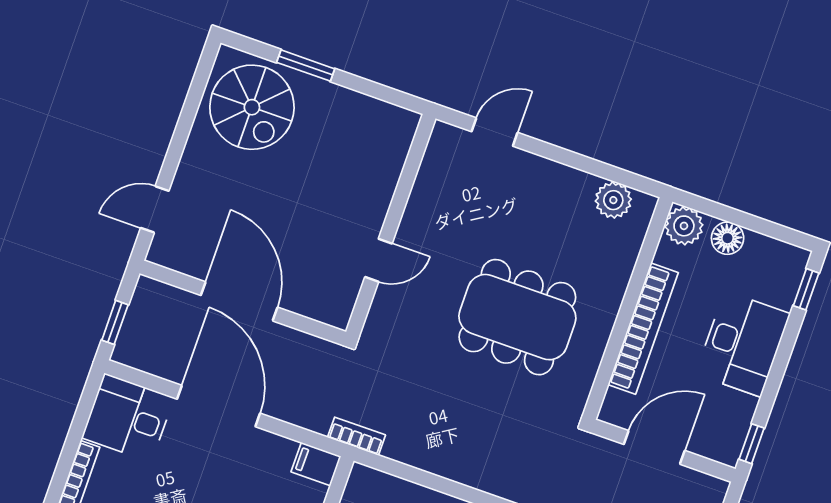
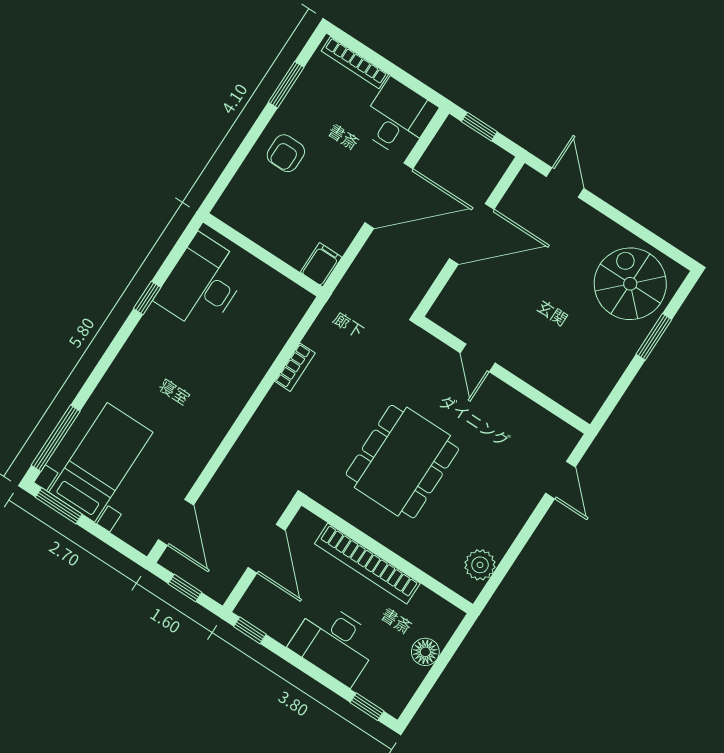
spiral stairs: (252, 107) -> (630, 284), turned 90
plant: (684, 226) -> (444, 618), removed
bookcase: (356, 436) -> (295, 367), moved

